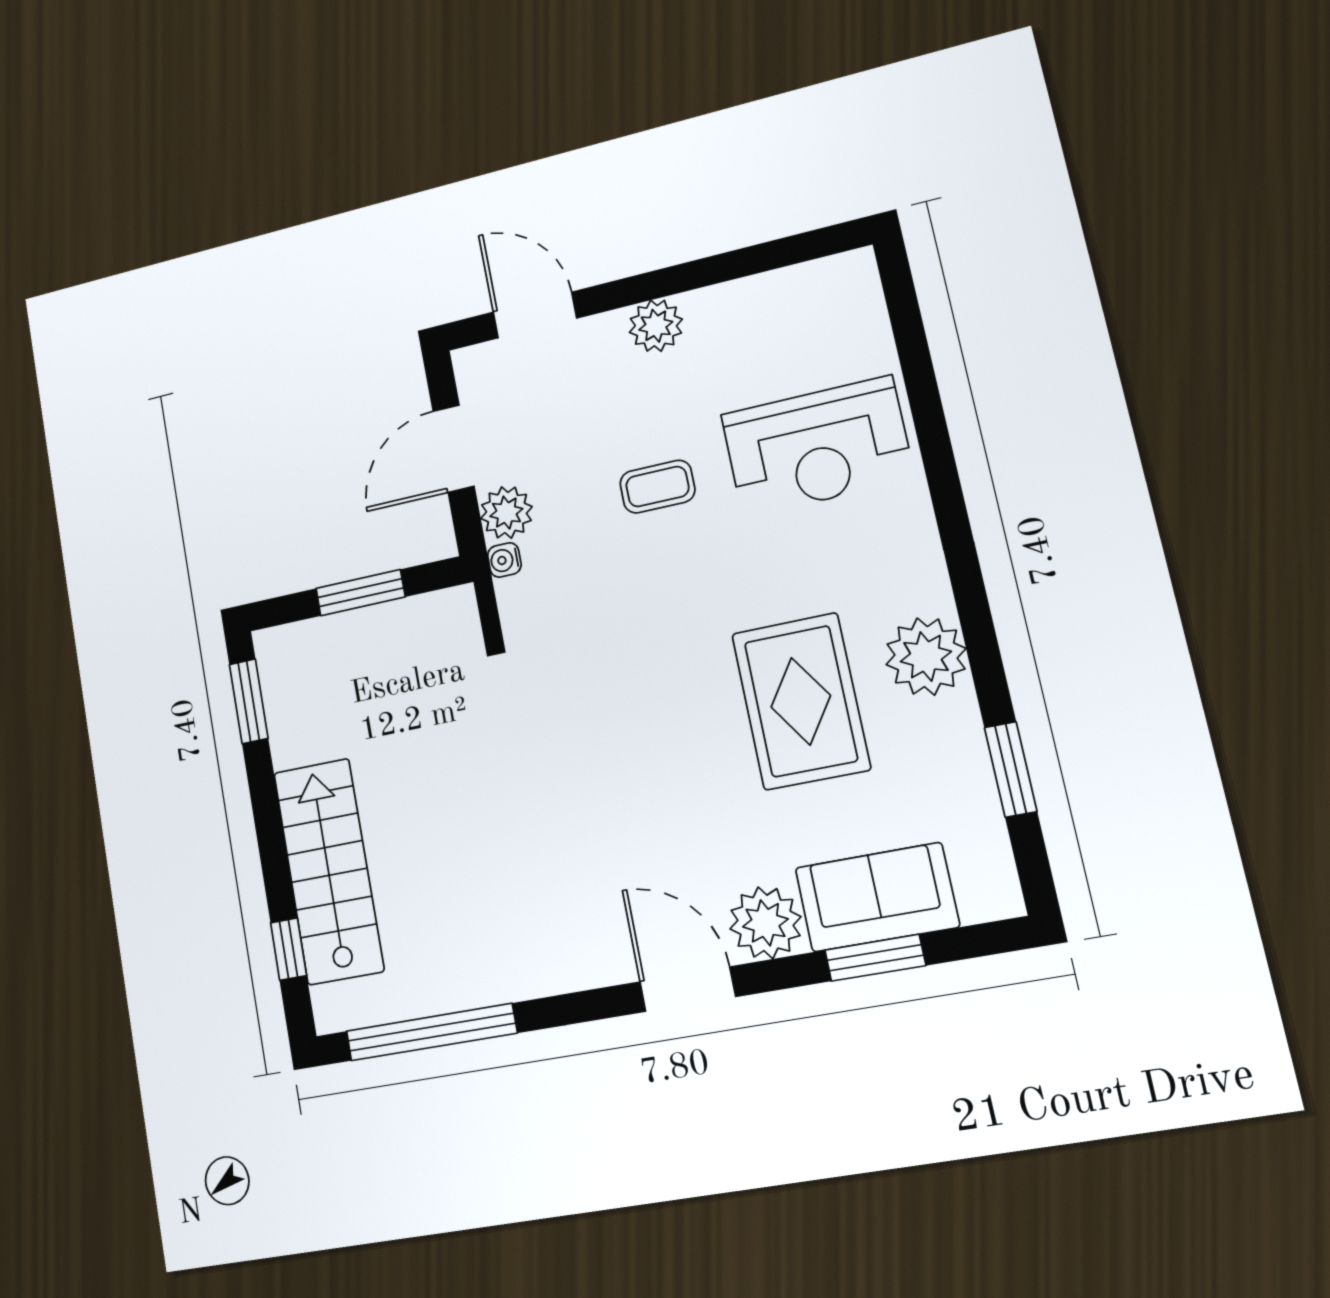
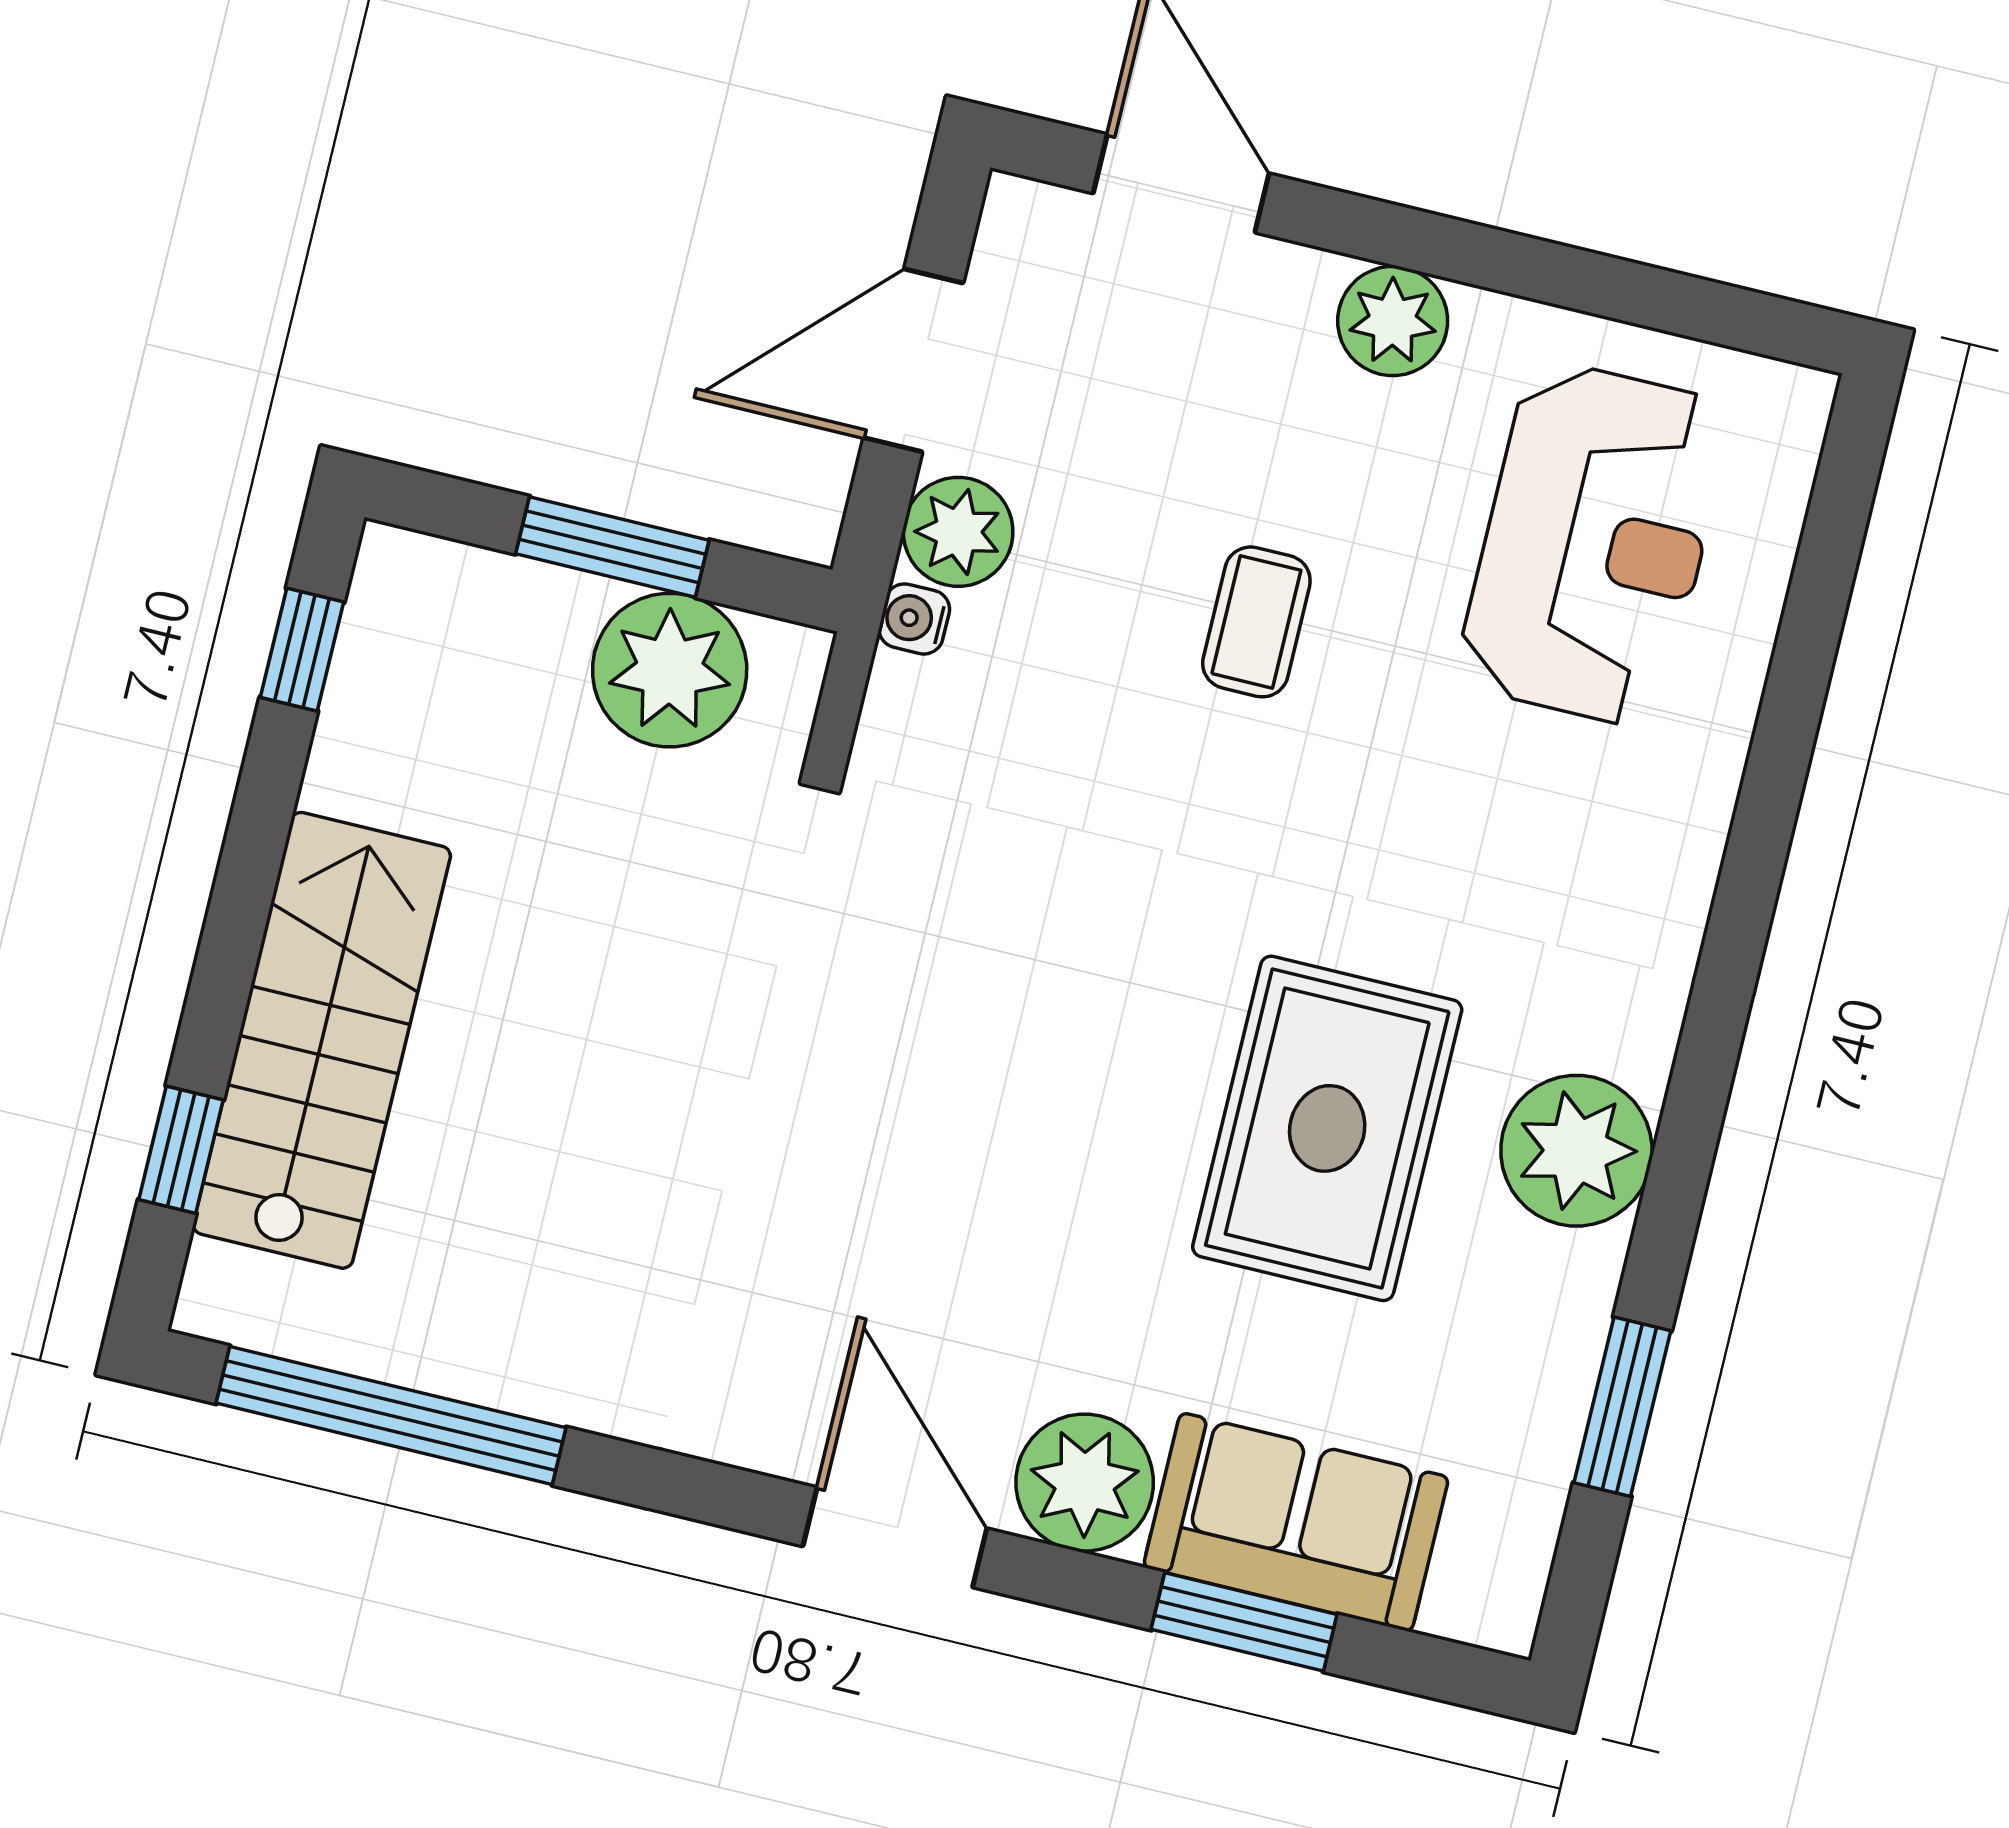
reception desk: (817, 447) -> (1594, 544), moved, turned -90
coffee table: (657, 487) -> (1256, 622), turned 90
plant: (408, 634) -> (670, 670), added
window: (249, 701) -> (302, 650), width x0.67

